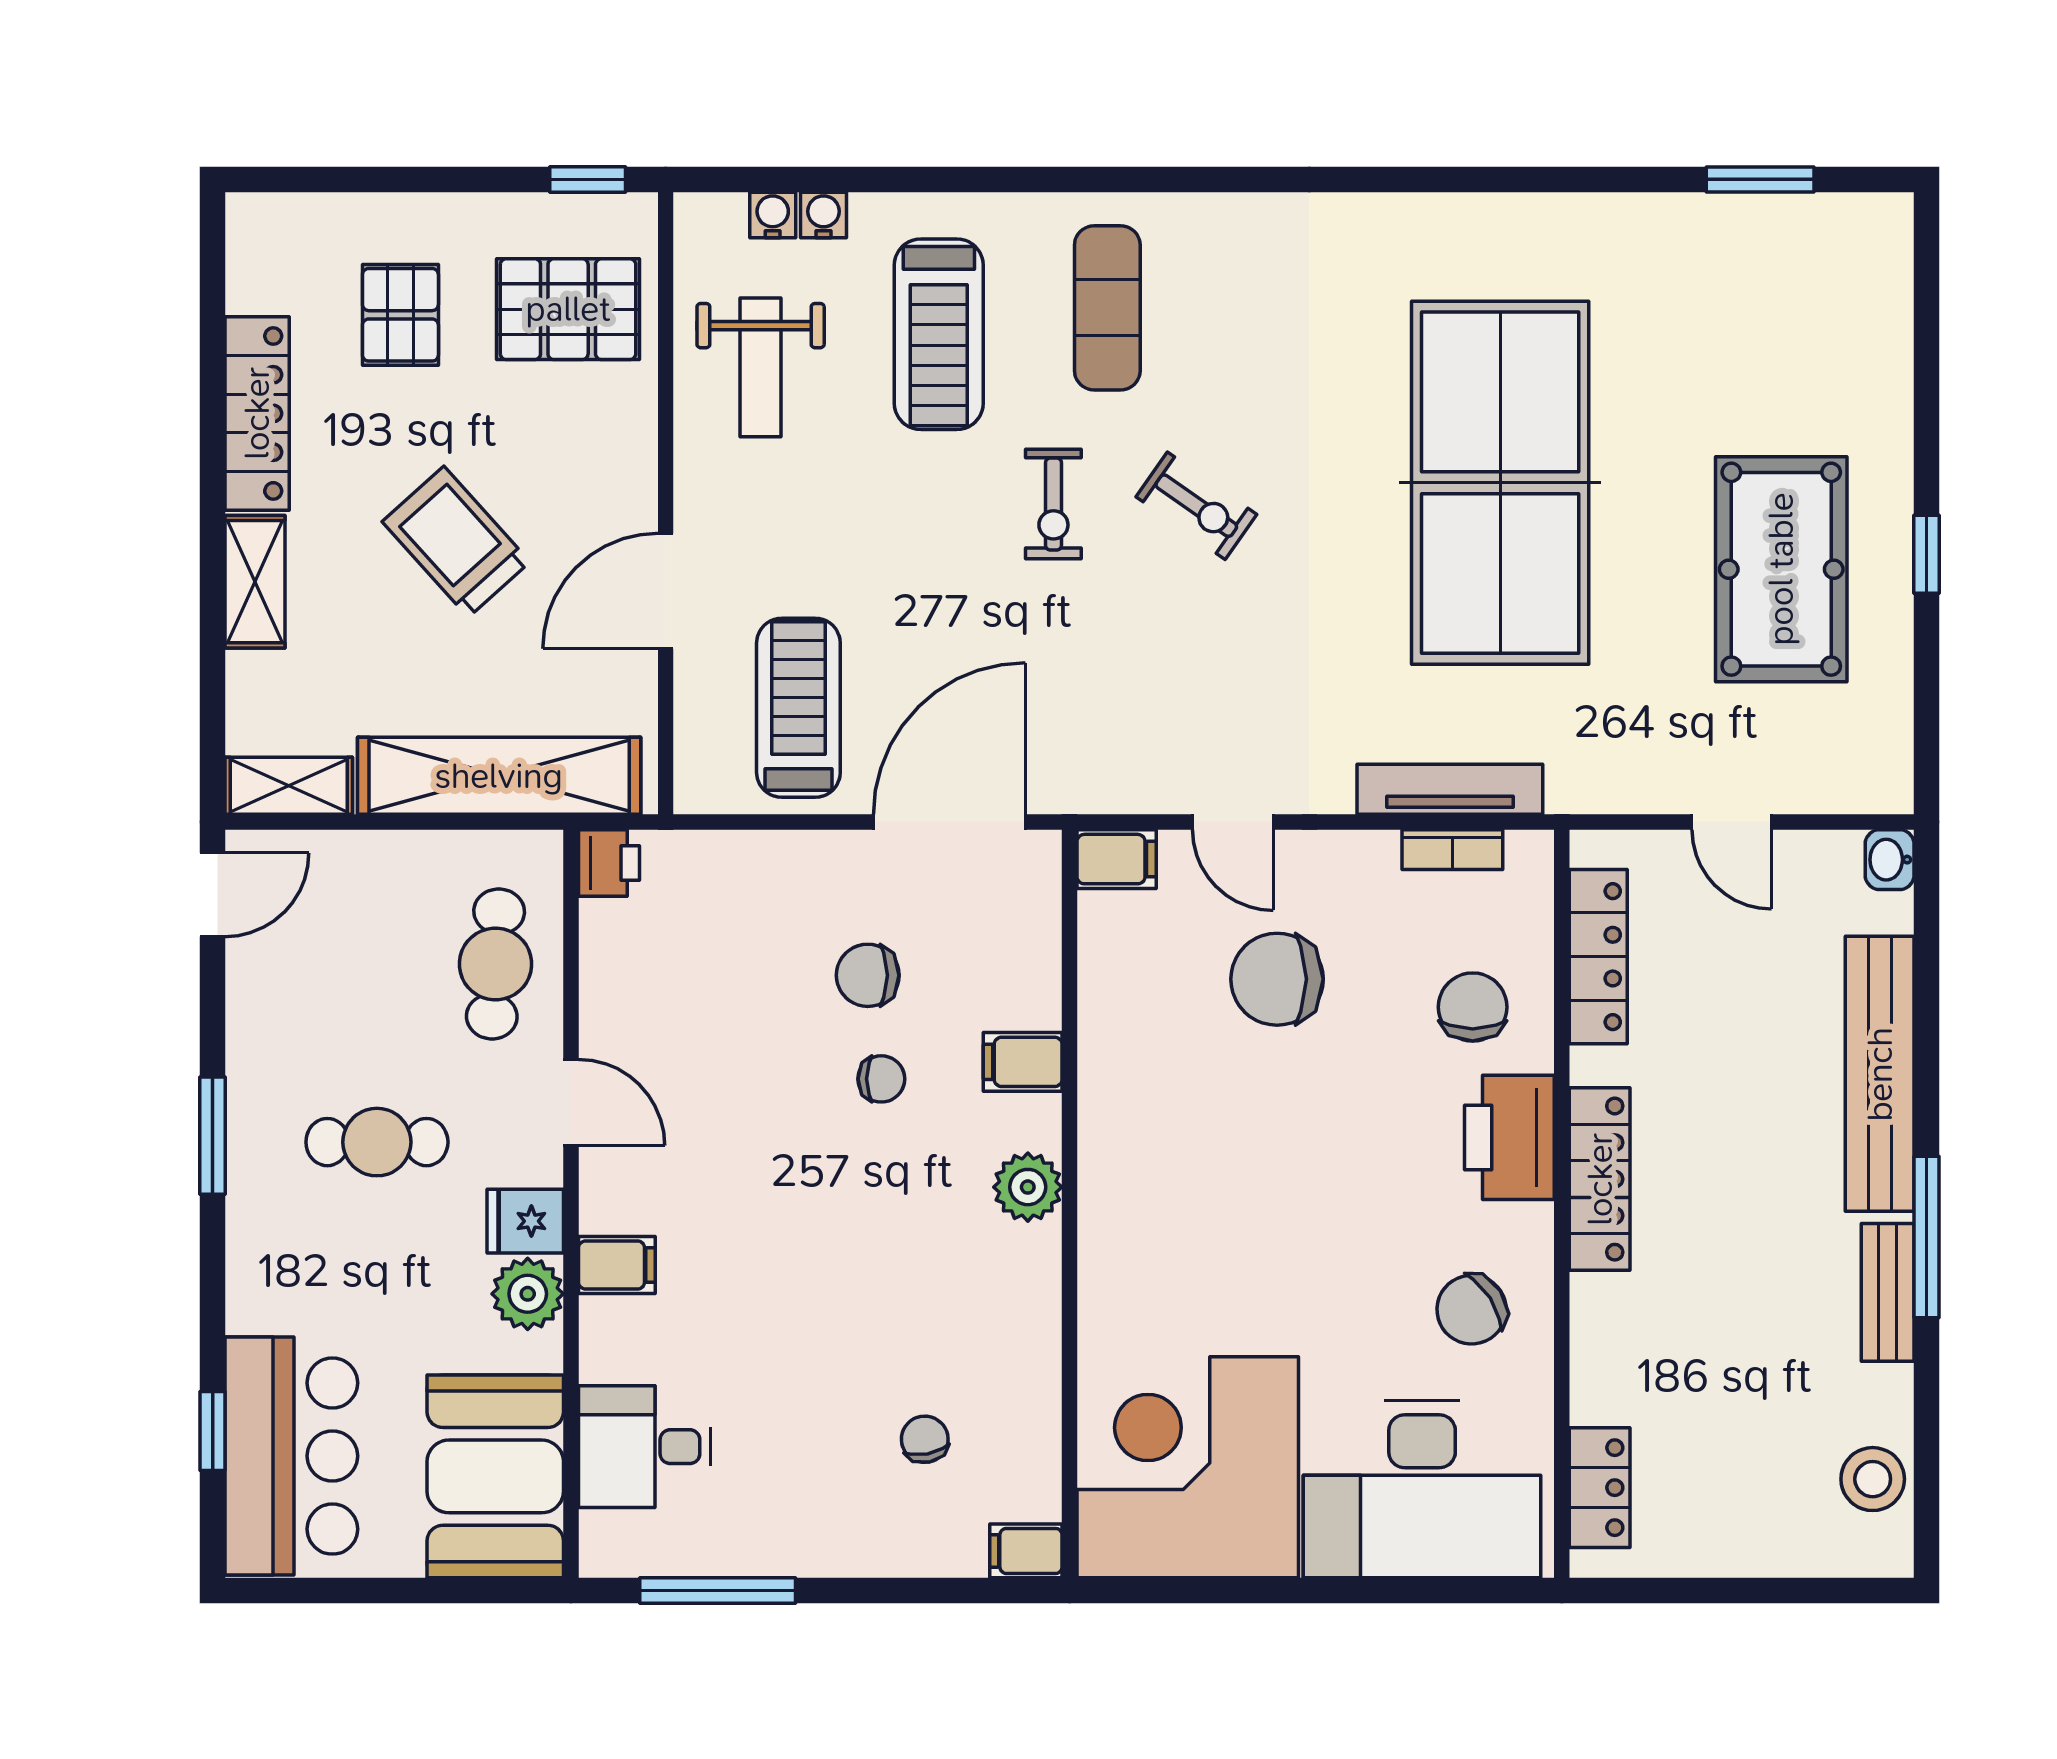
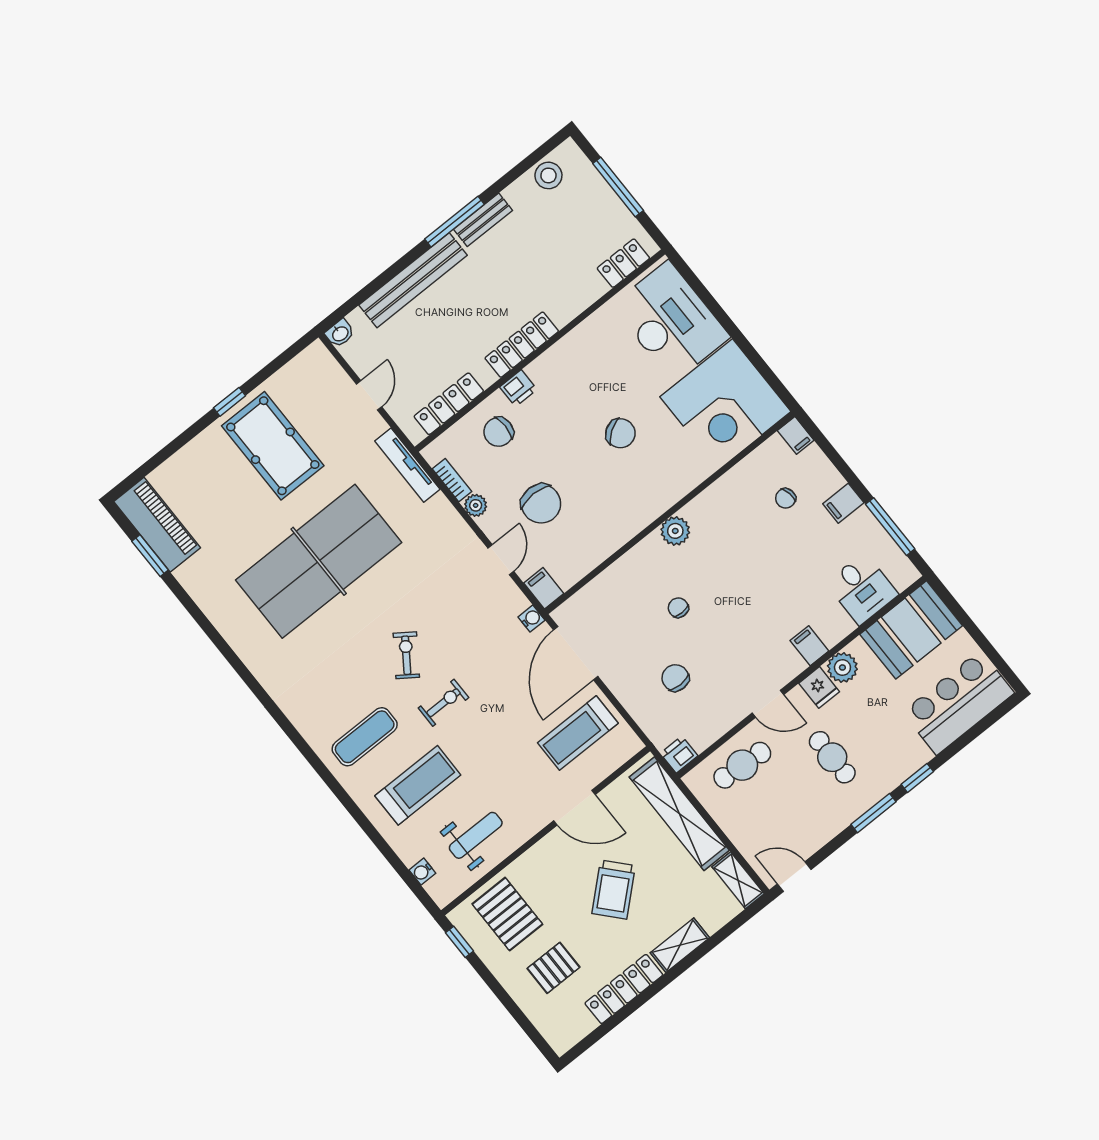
water cooler: (824, 215) -> (531, 619), moved, turned 180
piano: (1807, 239) -> (157, 525), added
pool table: (1781, 569) -> (273, 446), turned 90
tv unit: (1450, 789) -> (407, 465), moved
door: (949, 822) -> (576, 653), hinge flipped
plant: (1371, 856) -> (476, 505), added
chair: (868, 975) -> (675, 678), moved, turned 180
filing cabinet: (1023, 1062) -> (843, 503), moved, turned 90
door: (571, 1102) -> (768, 704), swing flipped
printer: (1509, 1137) -> (518, 388), width x0.53, depth x0.68
chair: (1472, 1310) -> (620, 433), moved
window: (213, 1431) -> (917, 778), moved
window: (1748, 1591) -> (618, 187), added

